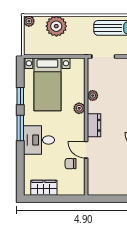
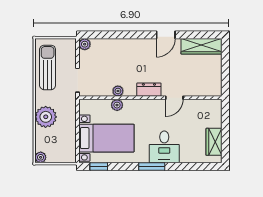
plant: (56, 26) -> (46, 117), moved
window: (20, 96) -> (99, 166), moved
plant: (79, 108) -> (117, 105), moved
chair: (71, 164) -> (189, 114), removed

